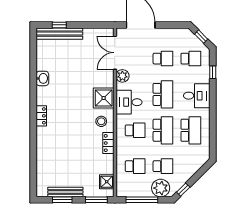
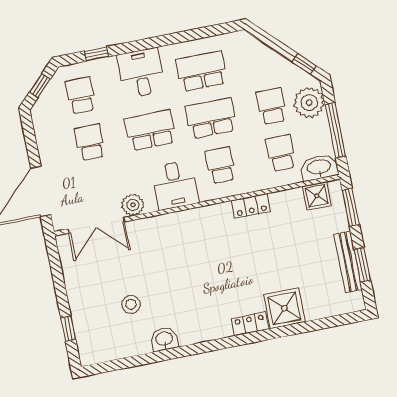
bench: (59, 34) -> (83, 326), removed
shower: (104, 98) -> (284, 308), moved
locker: (41, 116) -> (250, 324), moved
stool: (101, 121) -> (131, 304), moved
washbasin: (123, 186) -> (319, 167), added

